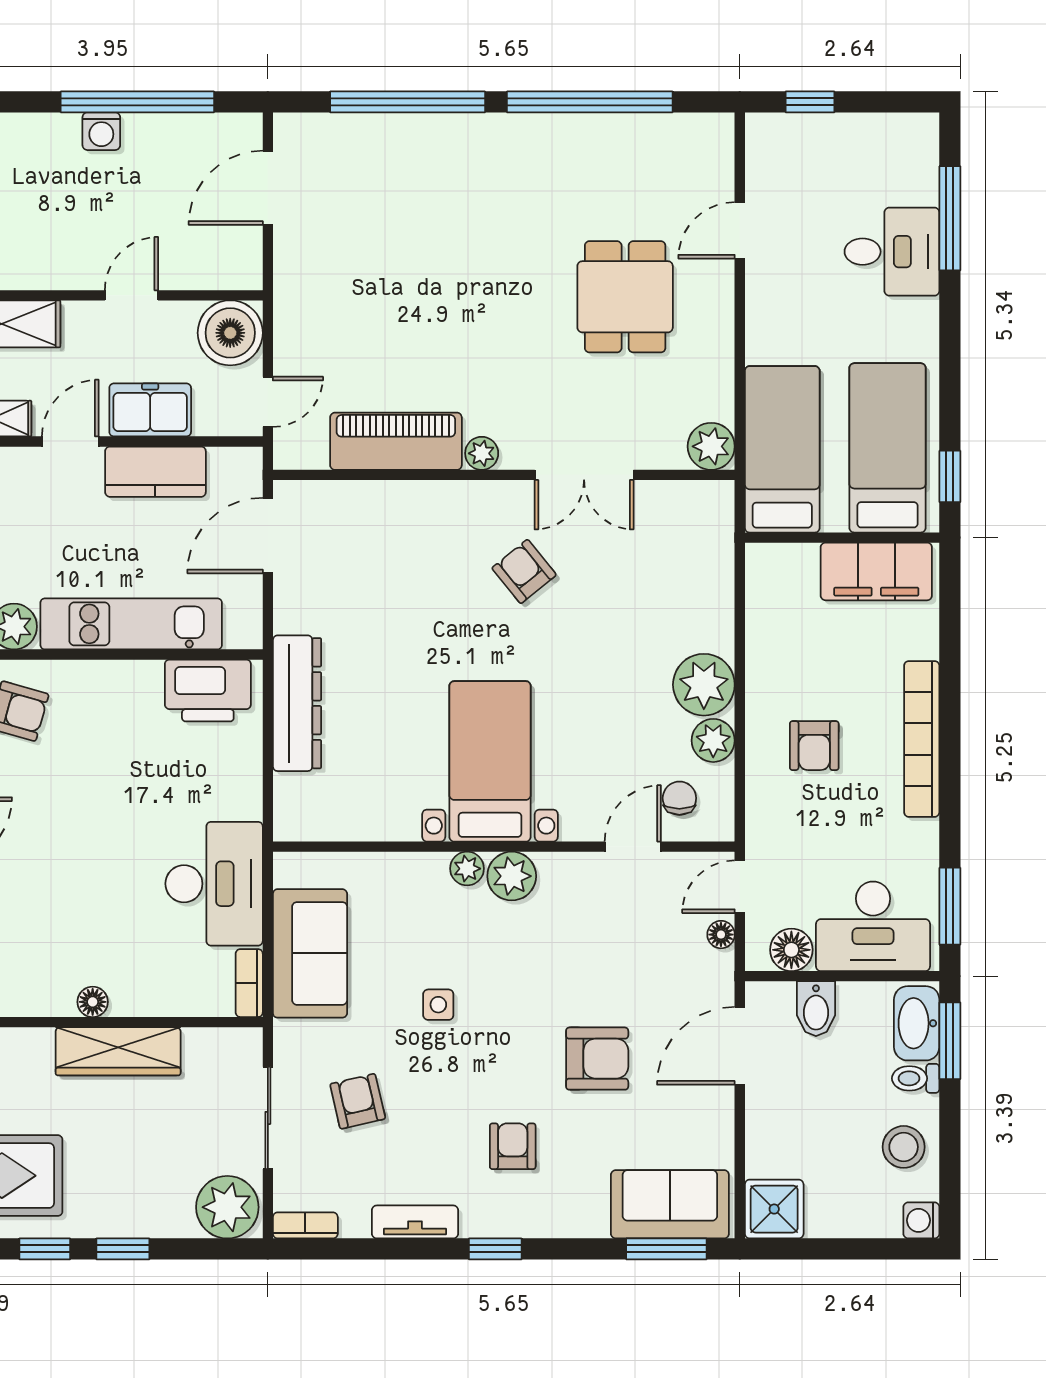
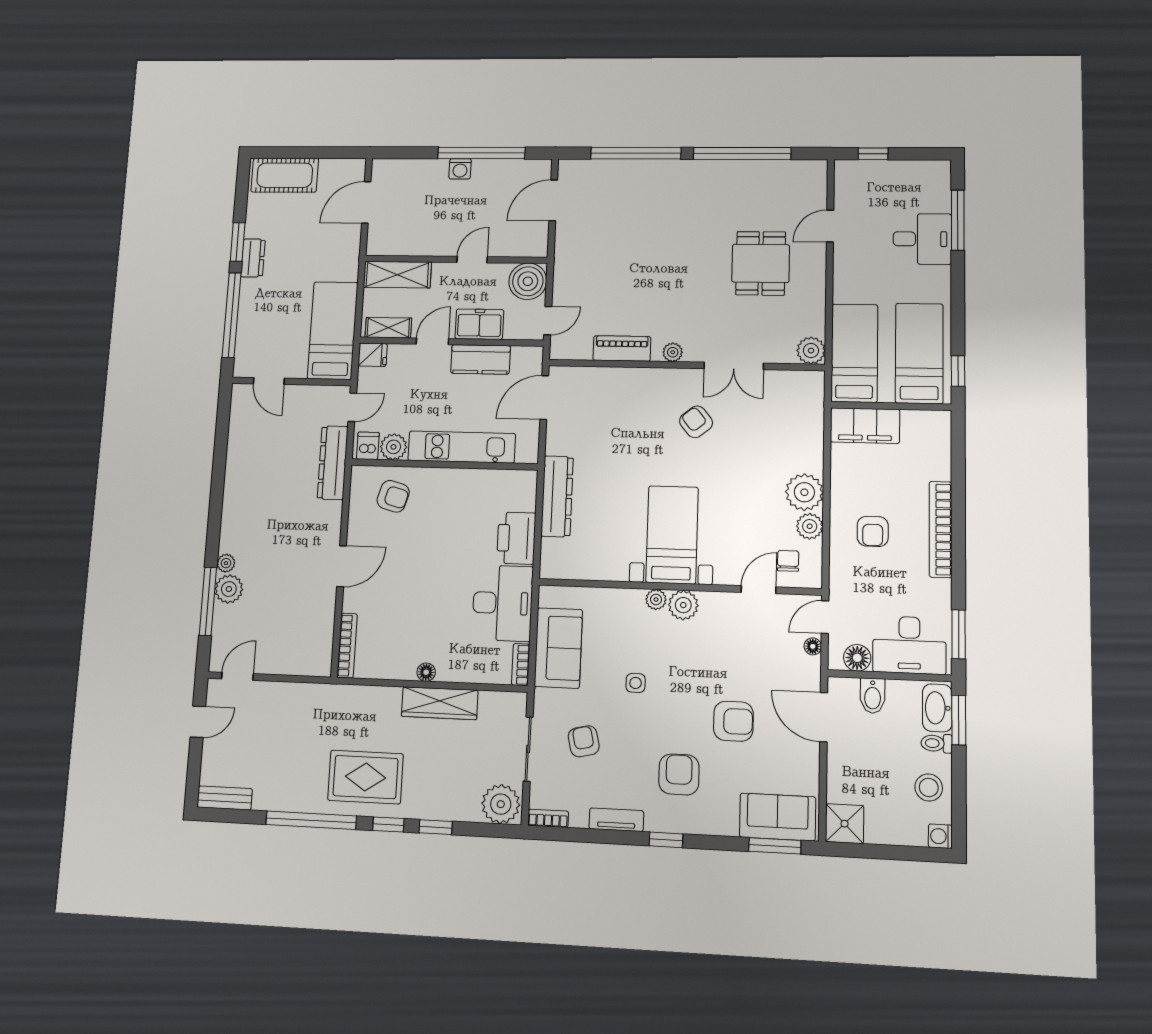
piano: (396, 441) -> (622, 348), width x0.73, depth x0.75
filing cabinet: (876, 571) -> (865, 426), moved
printer: (208, 690) -> (516, 538), moved, turned 90
door: (740, 1046) -> (824, 717), hinge flipped
armchair: (513, 1146) -> (679, 774), width x1.38, depth x1.38

